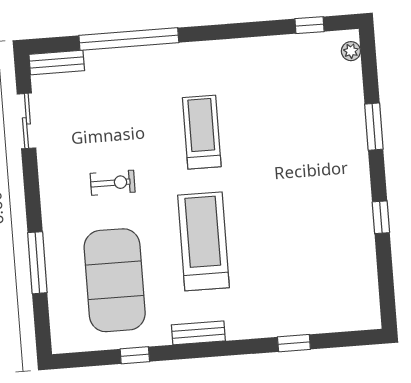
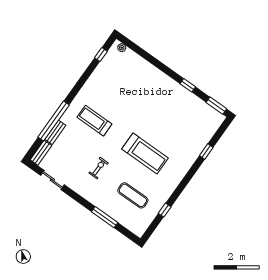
window: (374, 127) -> (216, 106), moved
treadmill: (202, 132) -> (94, 121), moved
treadmill: (203, 241) -> (145, 153), turned 180
exercise mat: (115, 280) -> (133, 195), width x0.50, depth x0.69
bench: (198, 333) -> (55, 132), moved

